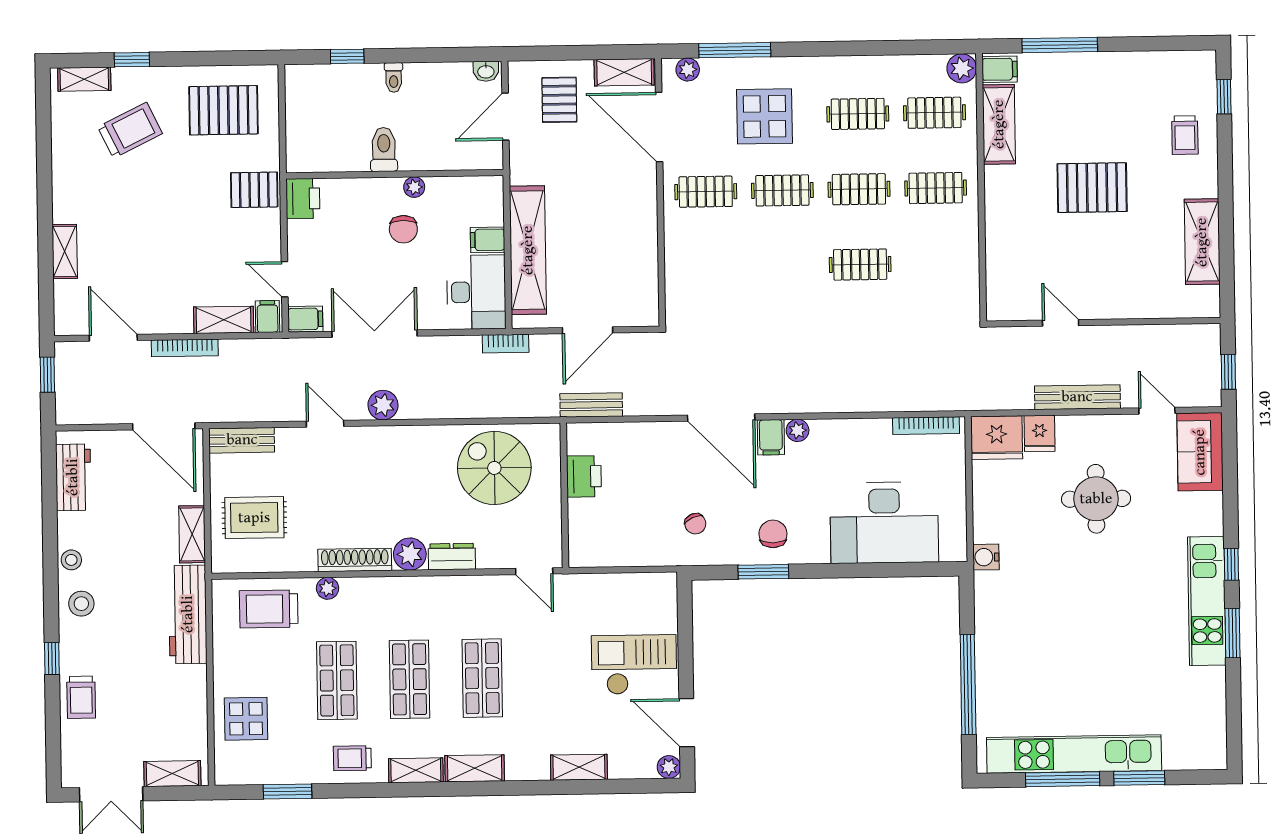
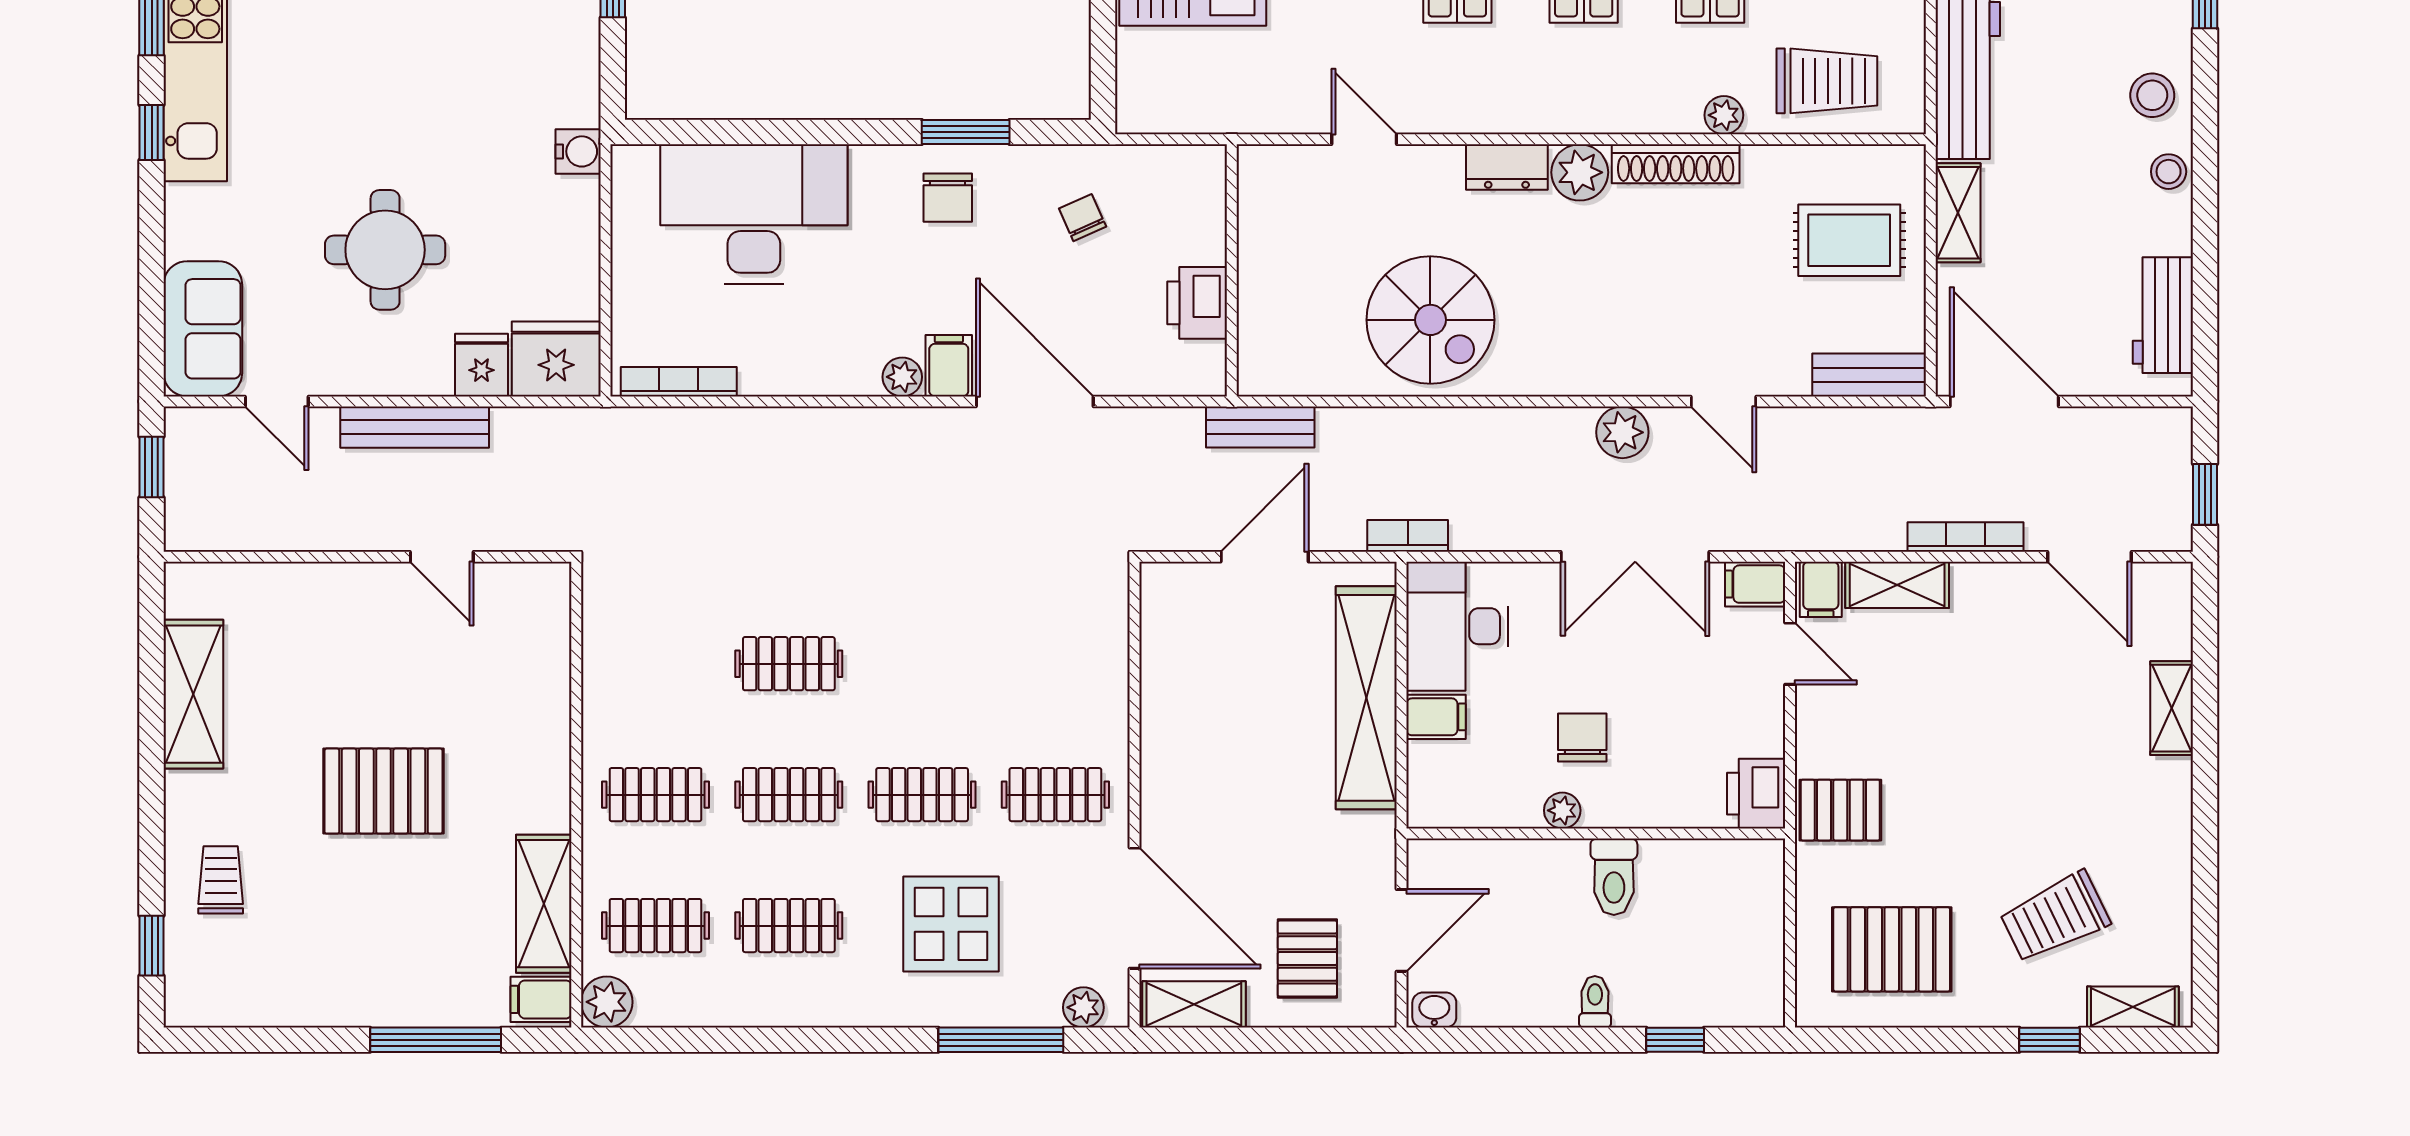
printer: (584, 476) -> (1197, 303), moved
wall: (564, 495) -> (1232, 270), moved

